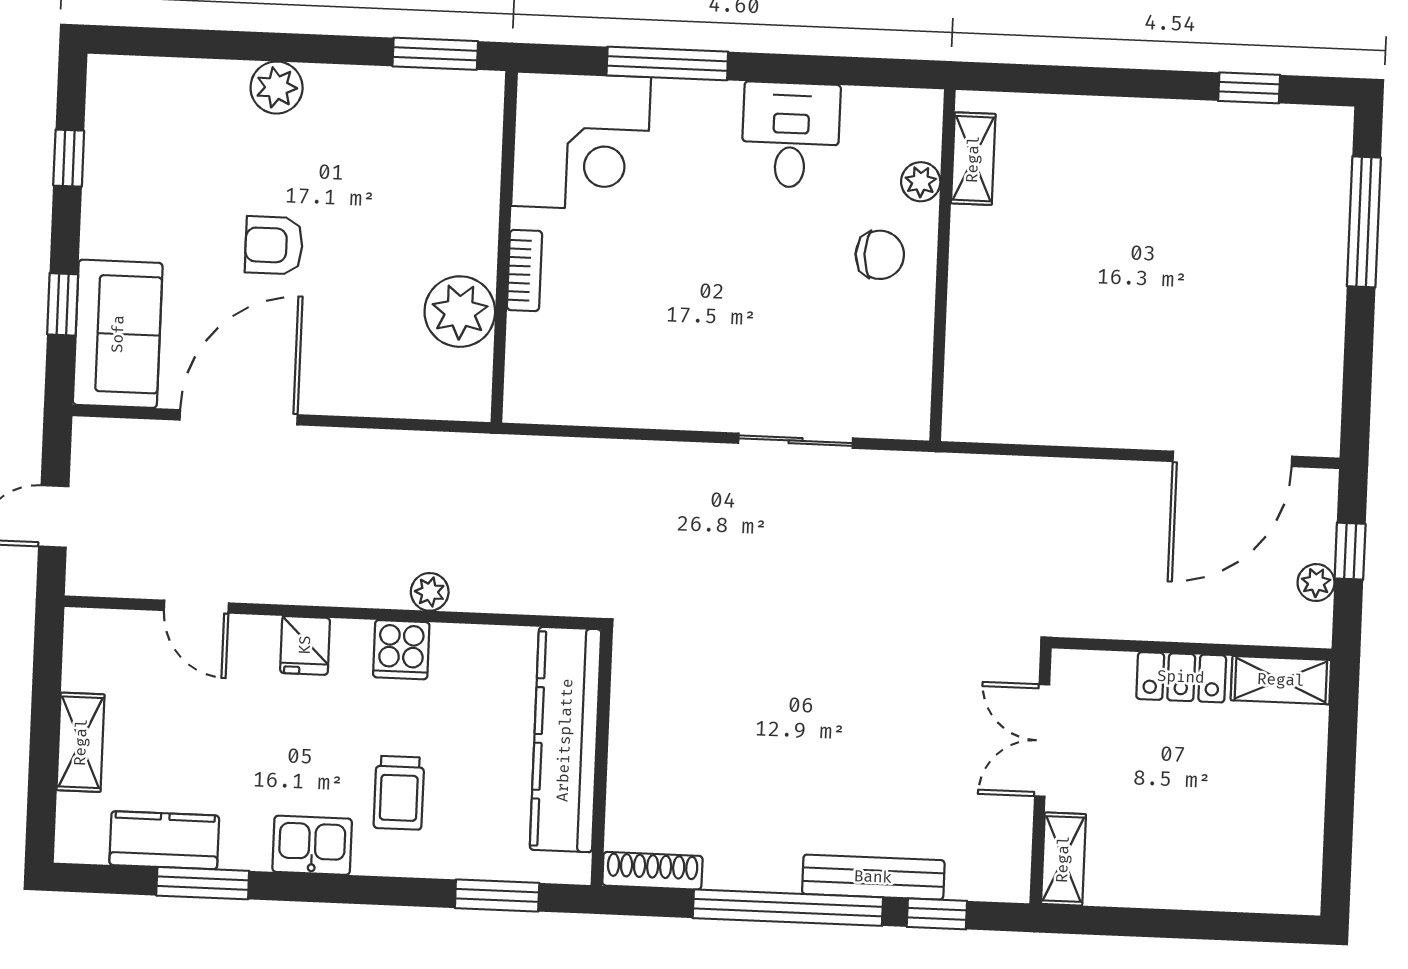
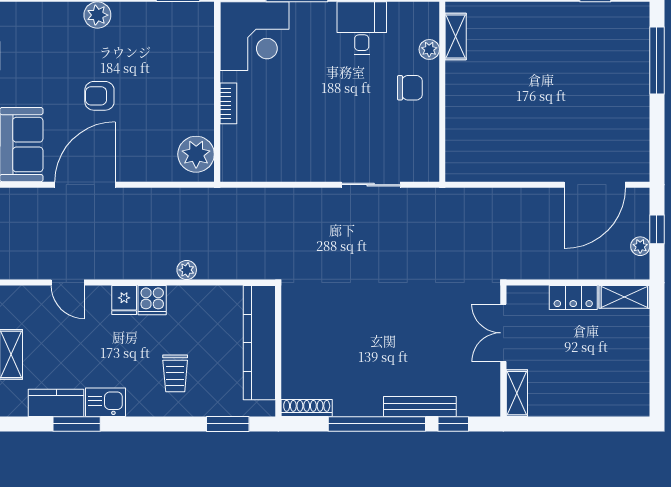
plant: (460, 312) -> (196, 154), moved
cooker: (401, 650) -> (152, 300), moved
kitchen sink: (312, 845) -> (106, 402), moved

